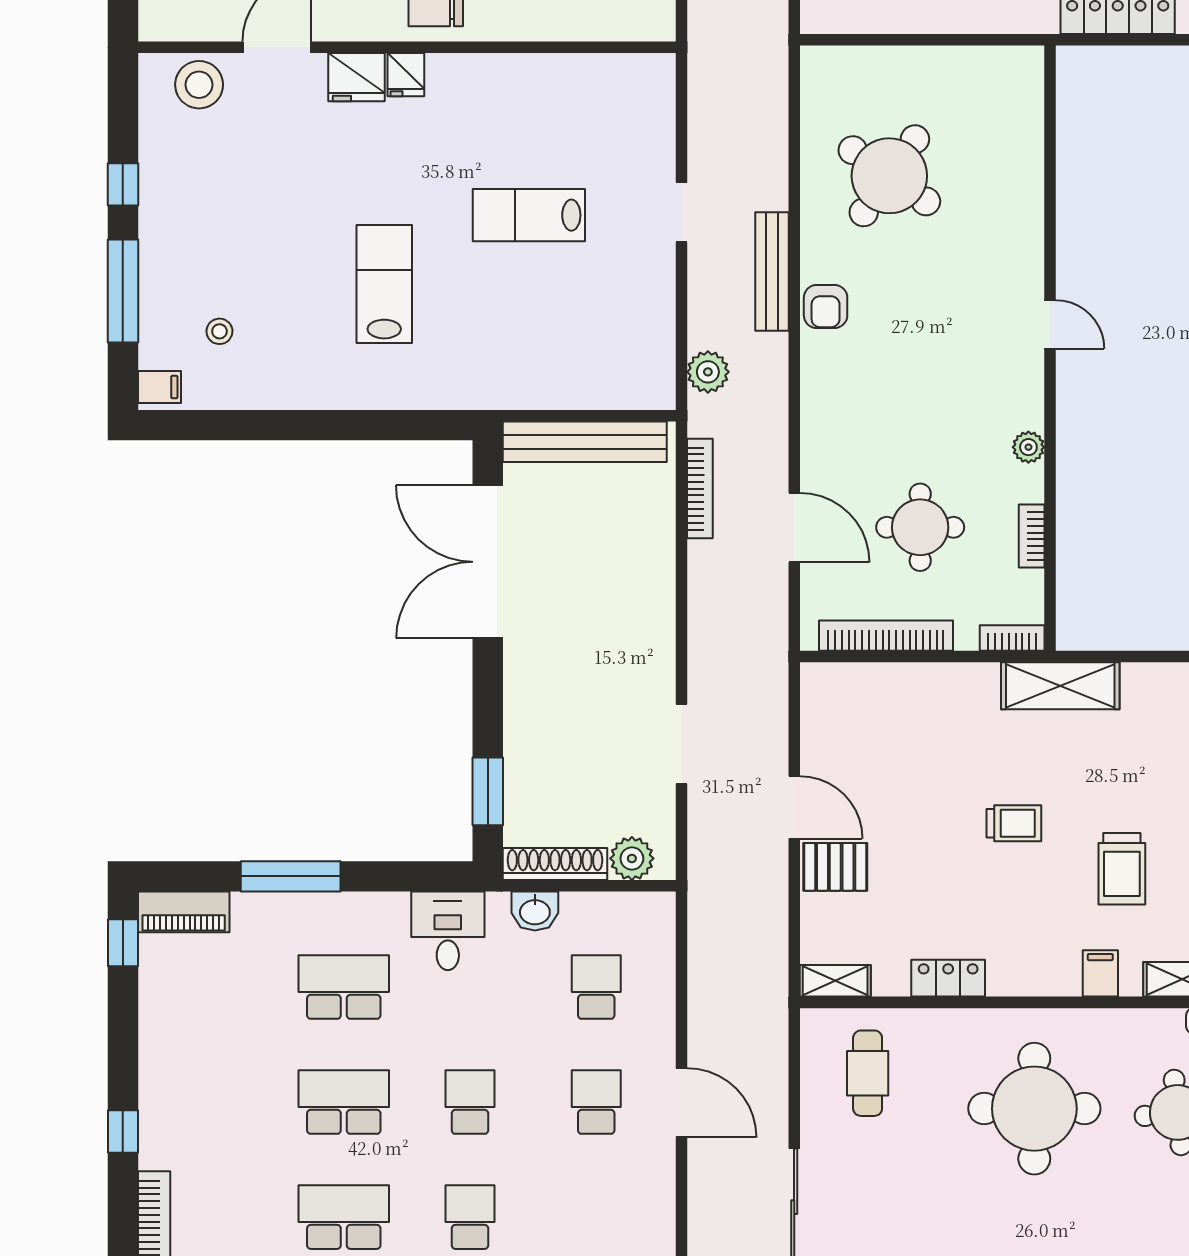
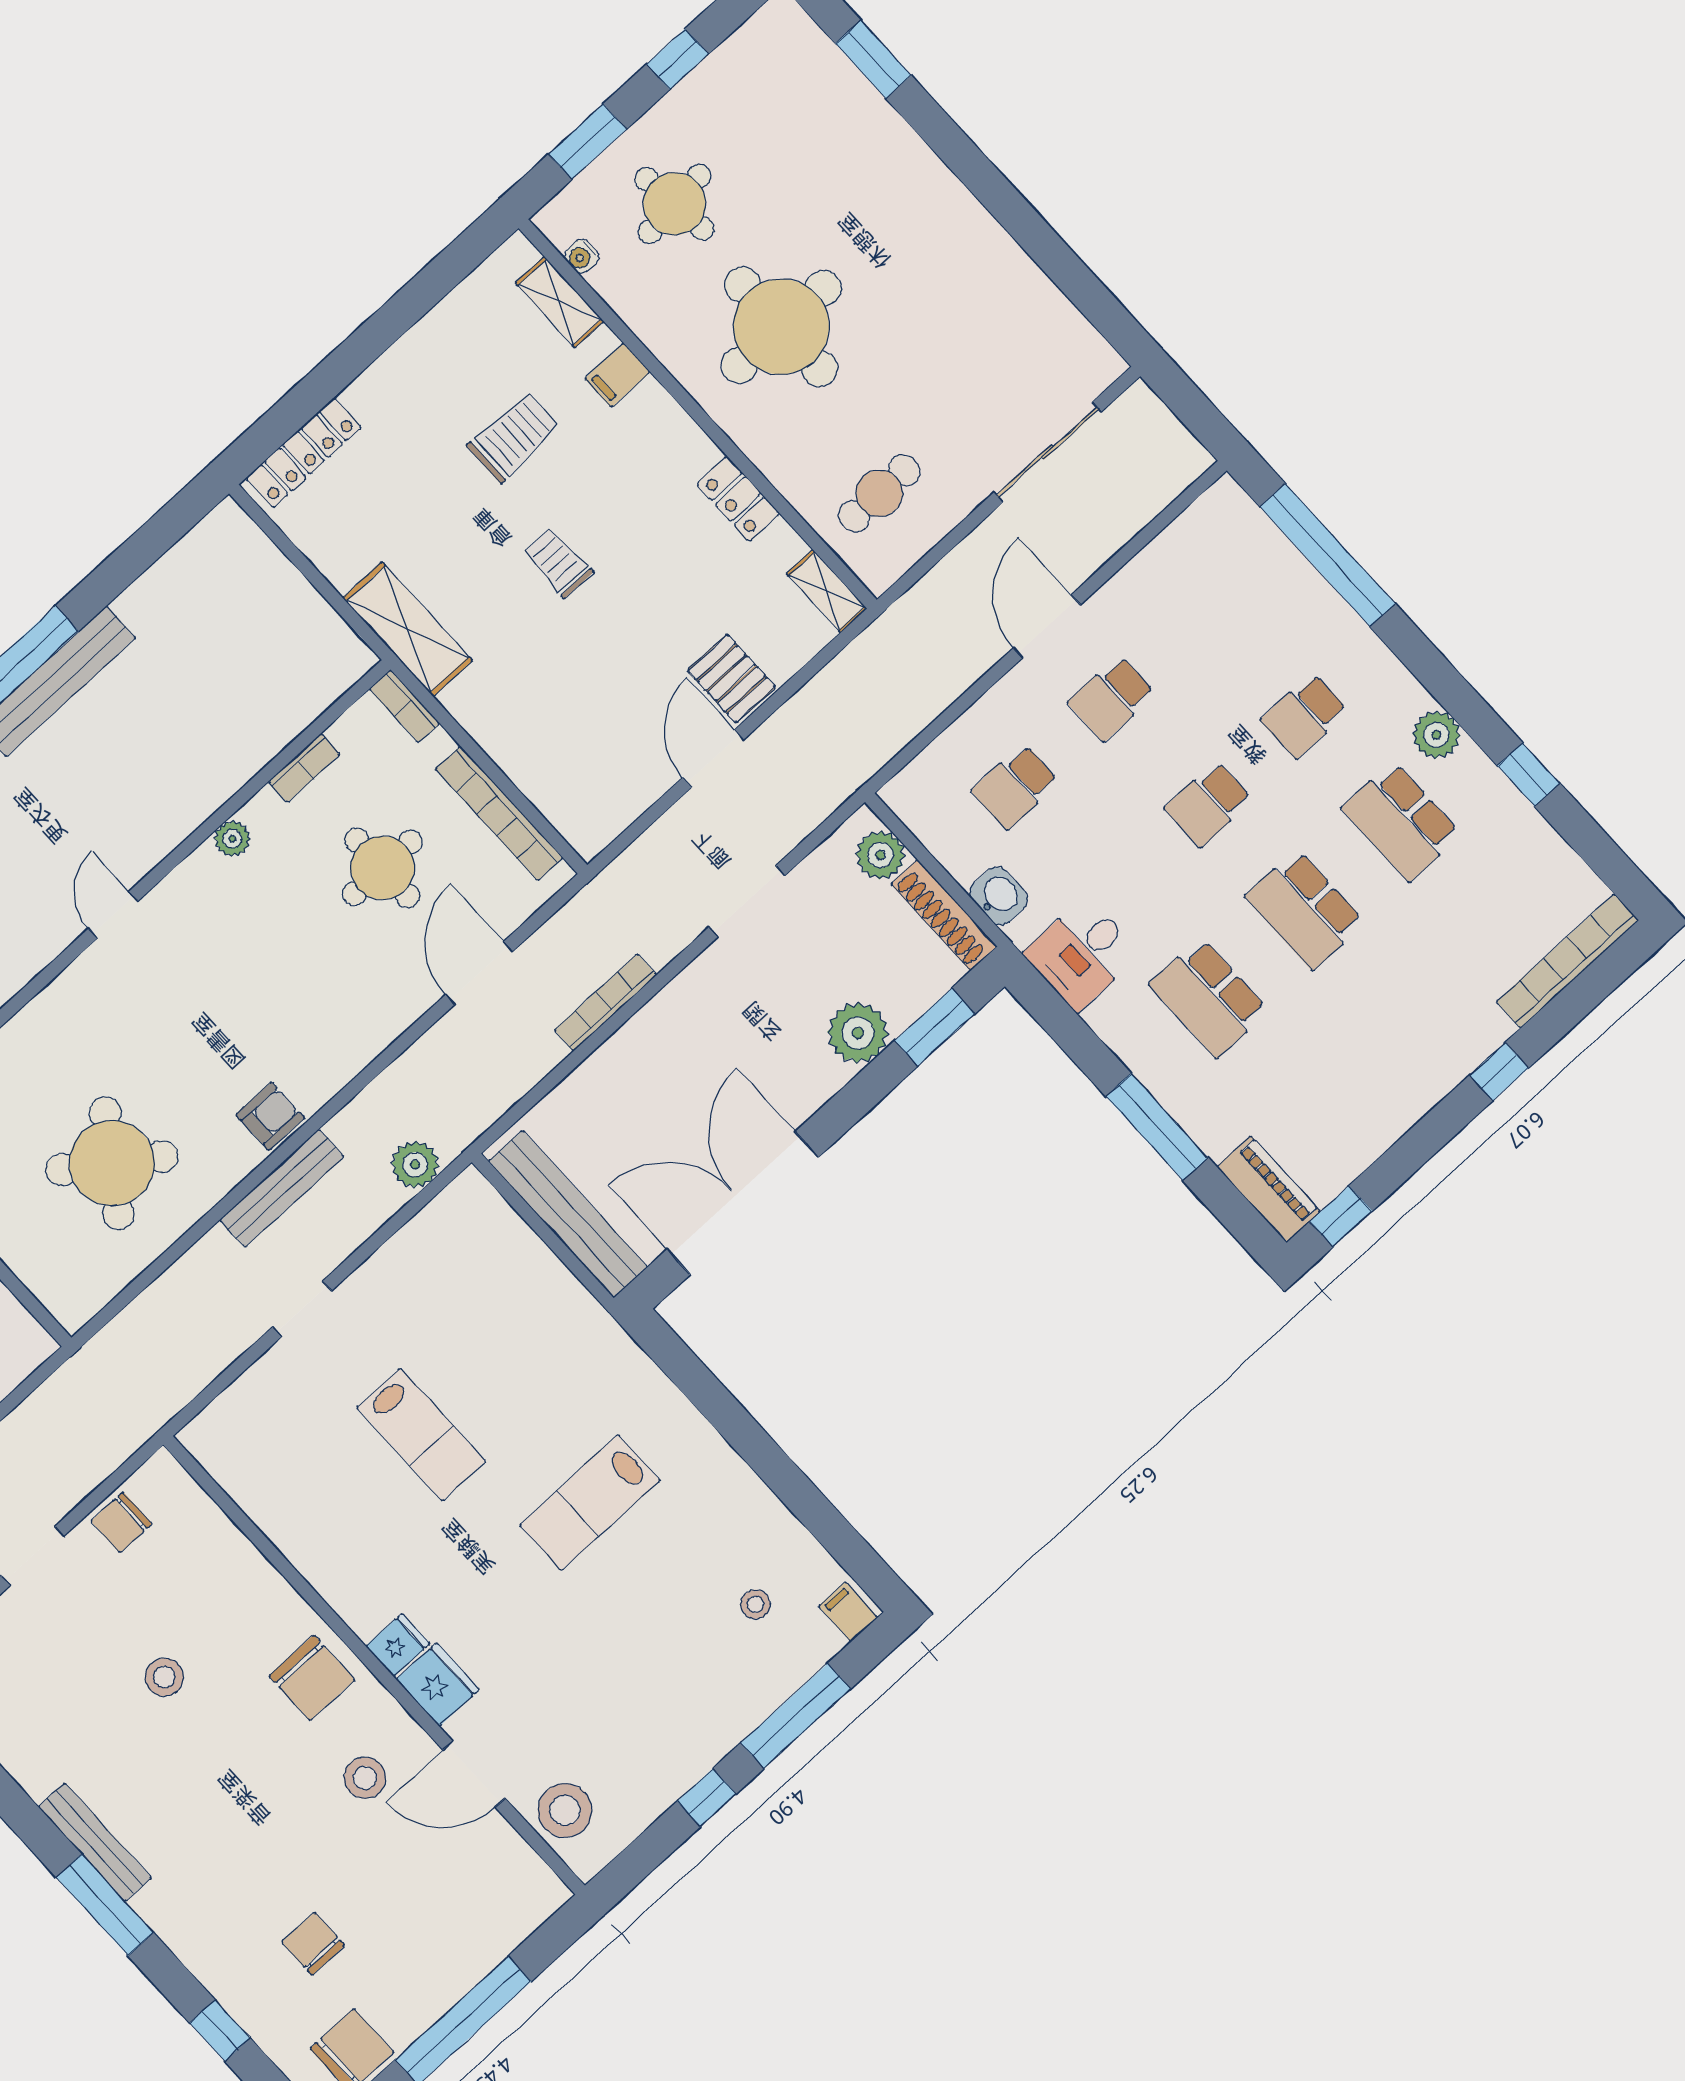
bookcase: (700, 489) -> (606, 1002), moved
double door: (488, 562) -> (743, 1203), swing flipped
plant: (530, 738) -> (858, 1033), added

